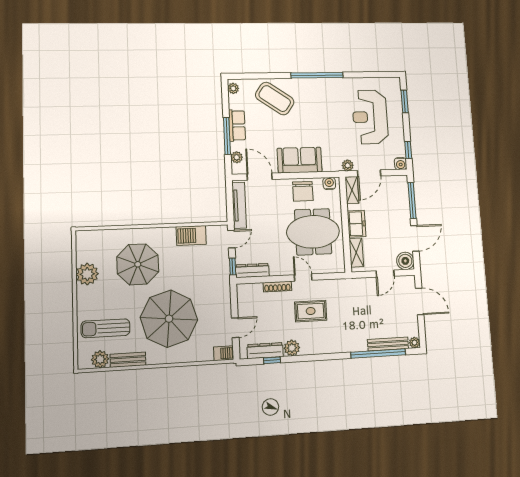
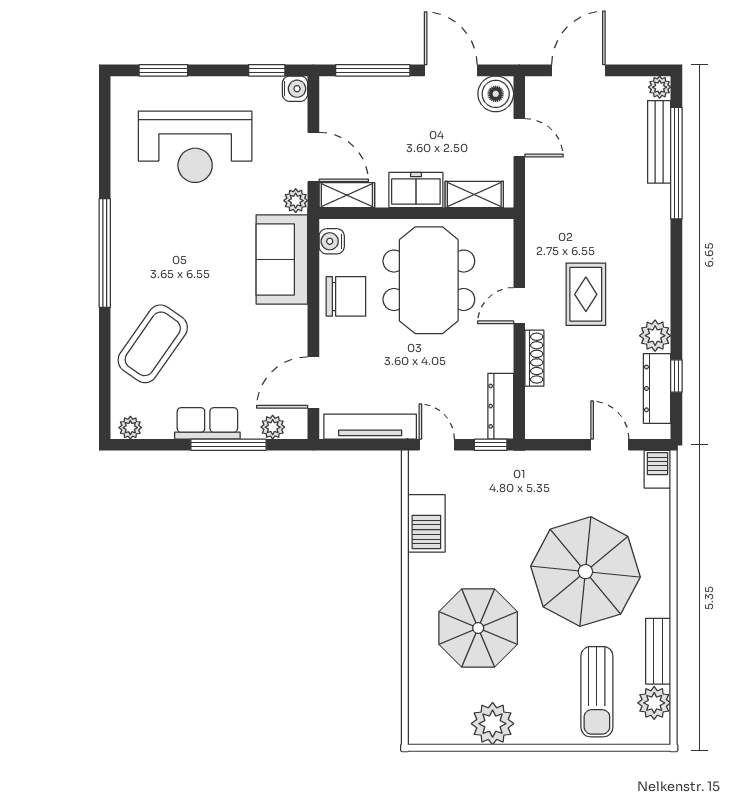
sofa: (300, 160) -> (282, 259), moved

